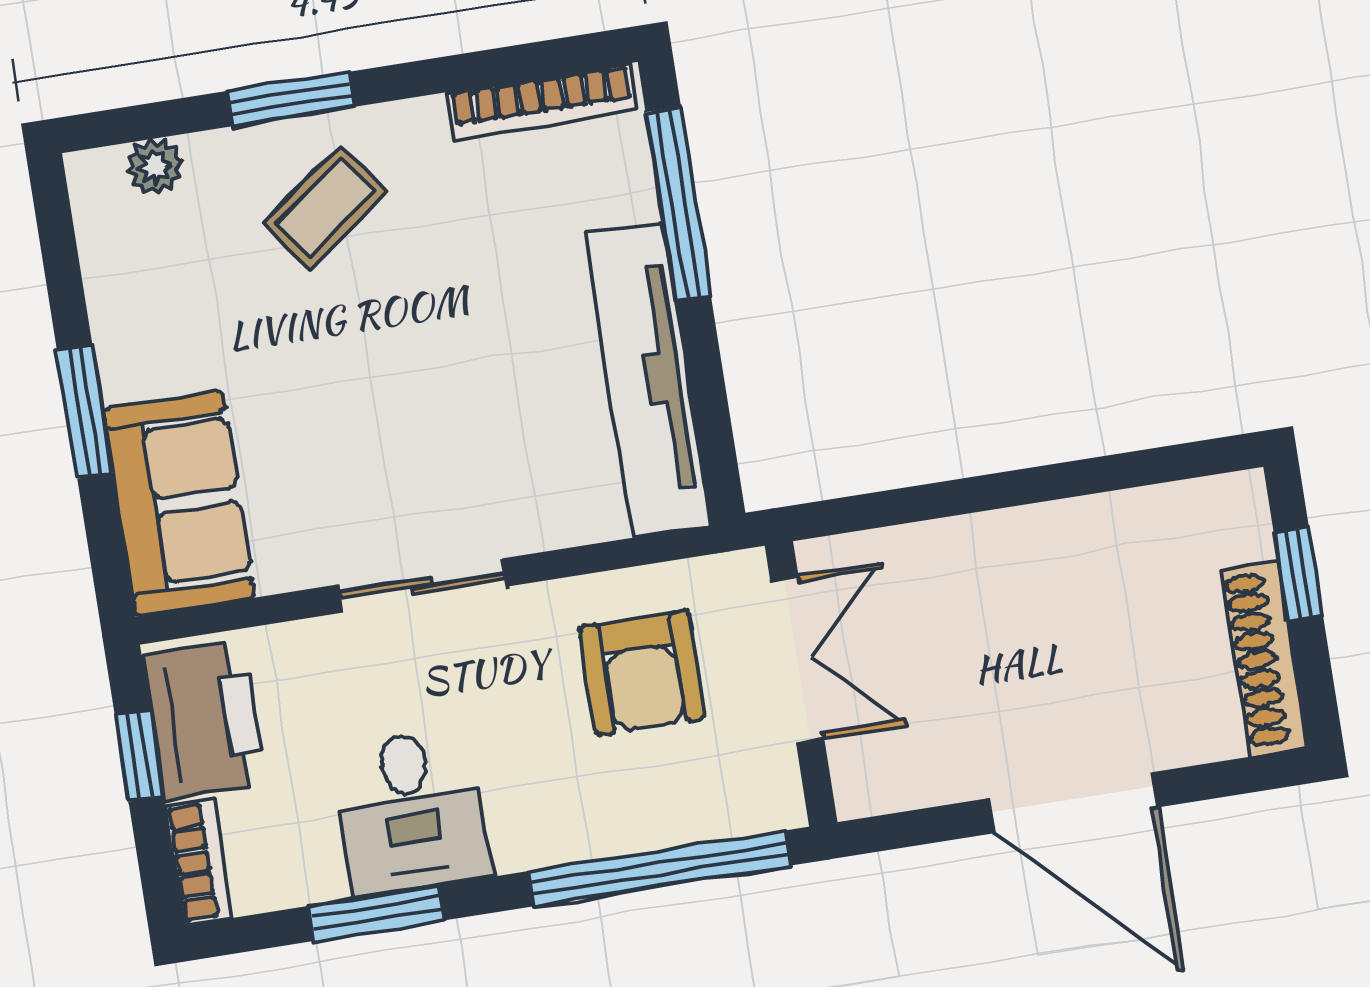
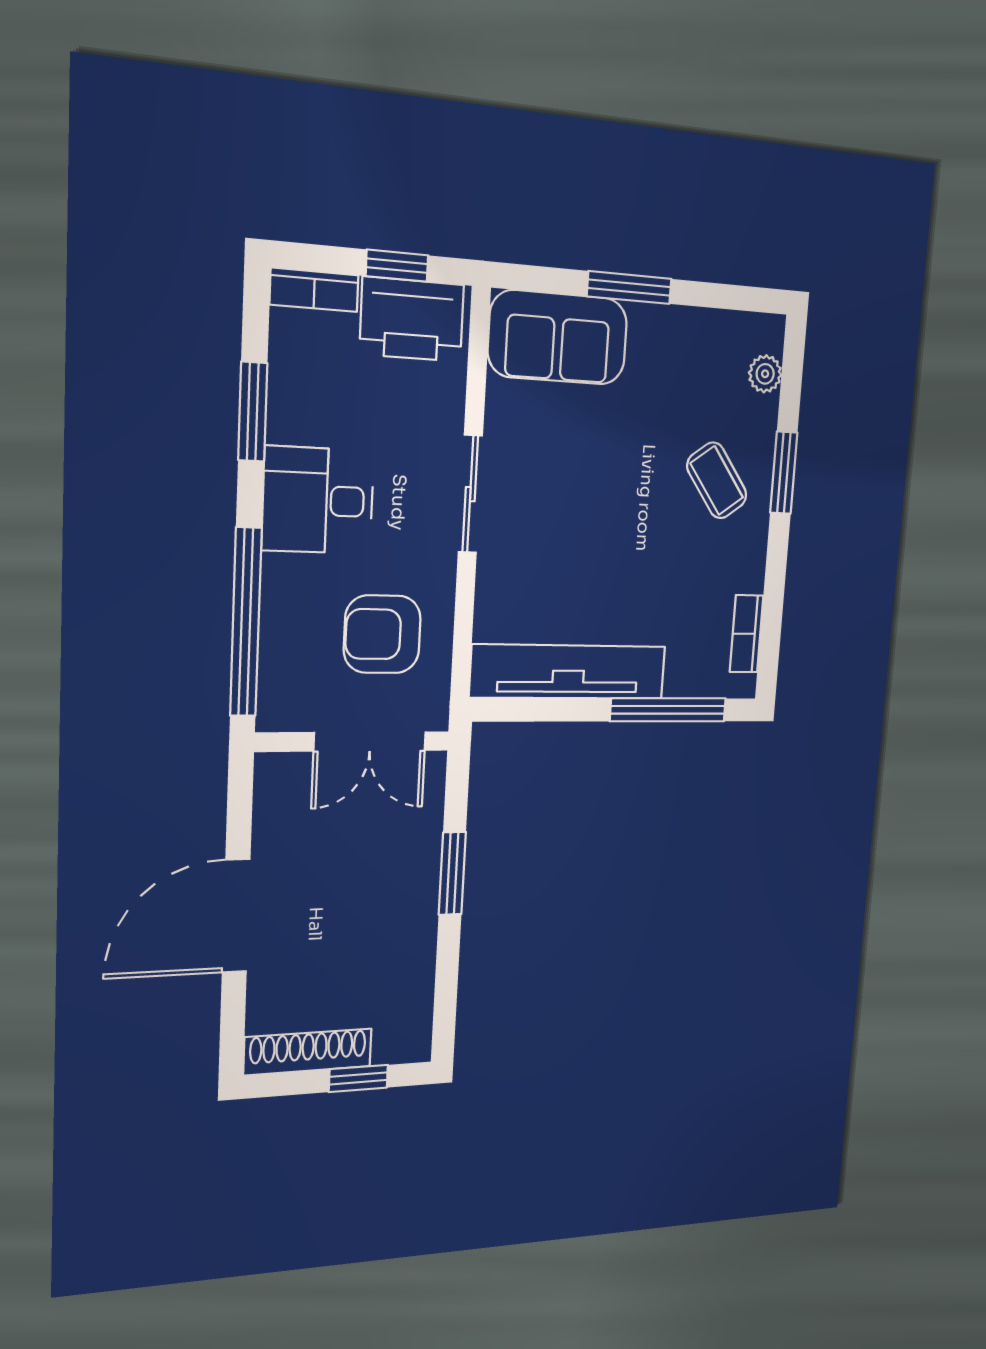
bookcase: (542, 101) -> (747, 634), width x0.64
window: (973, 495) -> (452, 873), added
desk: (411, 812) -> (318, 500), moved

